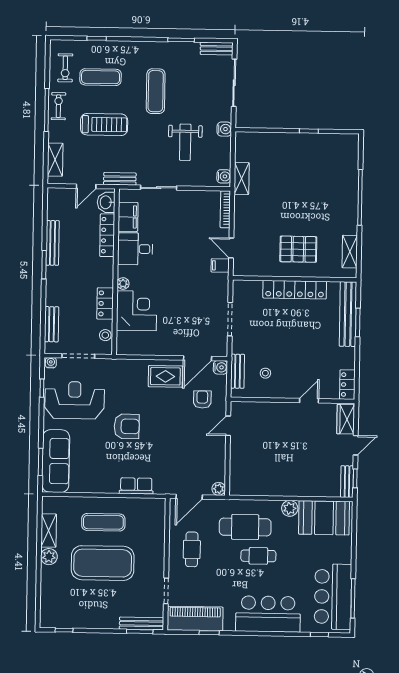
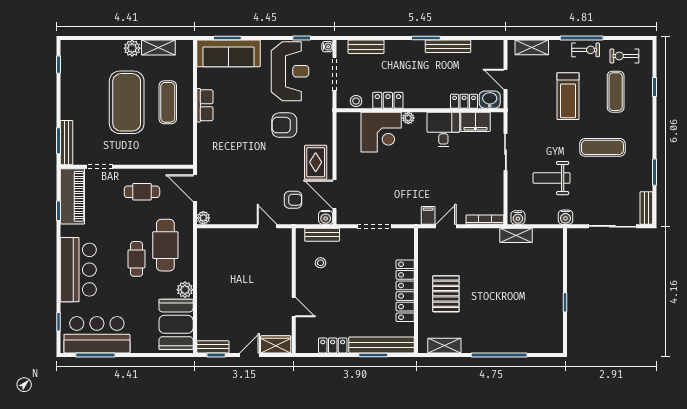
bench: (120, 179) -> (514, 113), removed
locker: (107, 235) -> (464, 101), width x0.66
locker: (347, 385) -> (333, 345), moved
armchair: (127, 426) -> (284, 125), moved, turned 90
door: (356, 445) -> (250, 355), swing flipped
row of seats: (136, 486) -> (205, 105), moved

